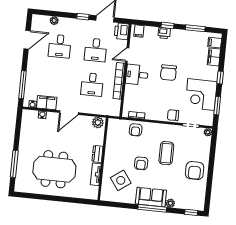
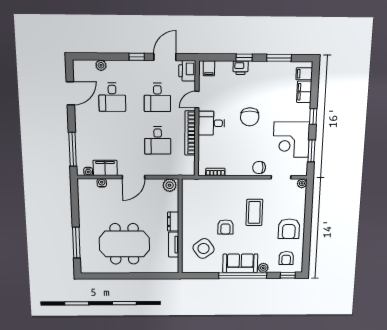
armchair: (136, 130) -> (286, 258), moved
window: (152, 208) -> (243, 275), width x1.46

